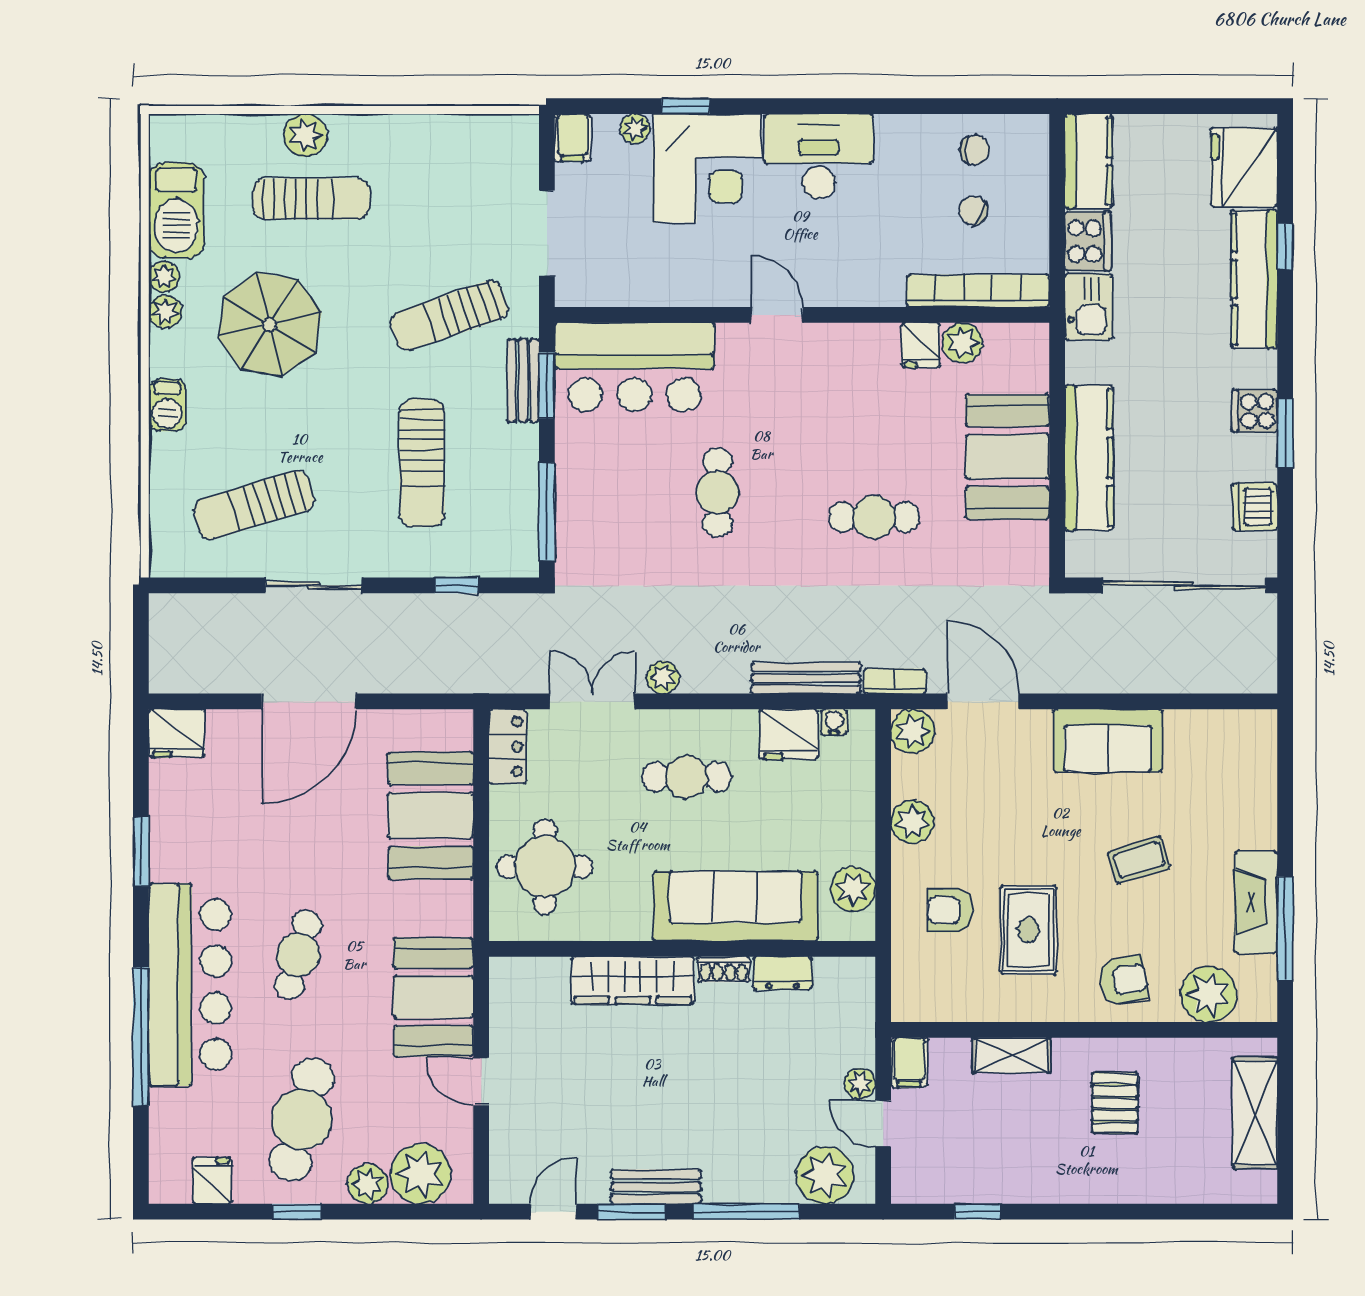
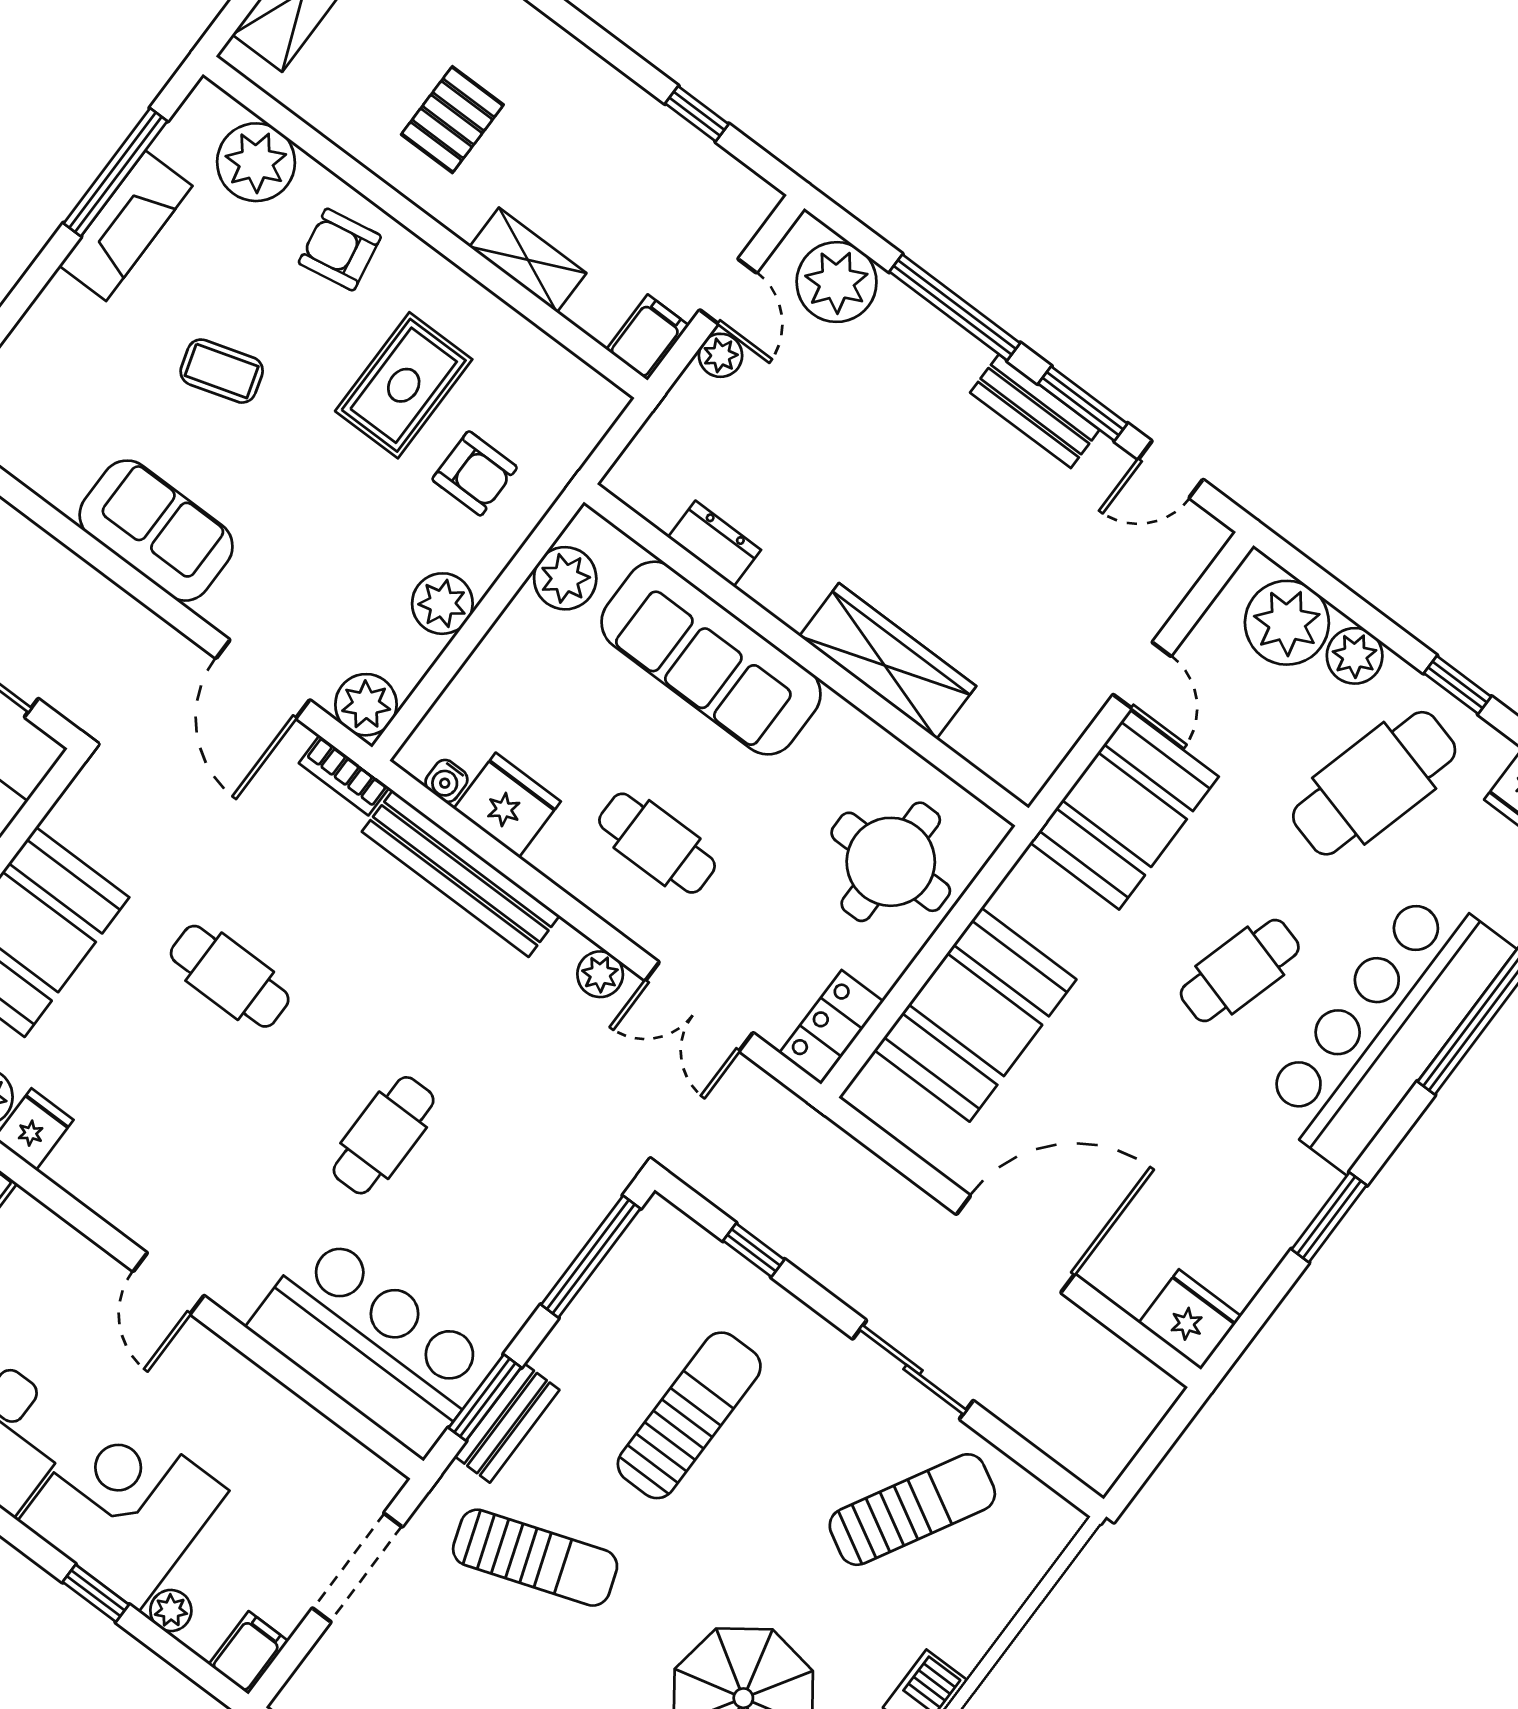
sun lounger: (254, 505) -> (912, 1510), turned -44
bench: (806, 678) -> (461, 874), width x1.37, depth x1.21
shoe rack: (724, 969) -> (777, 597), removed

